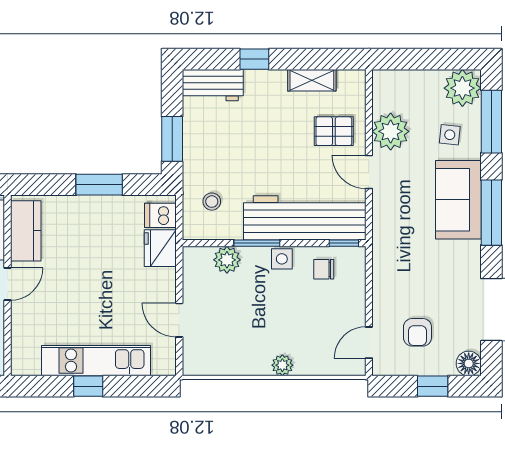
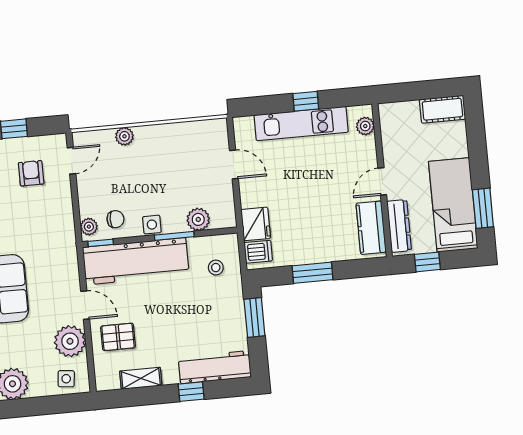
workbench: (213, 85) -> (215, 367), width x1.38
side table: (450, 135) -> (66, 379), moved
plant: (356, 263) -> (89, 227), added
plant: (21, 351) -> (365, 126), added
plant: (282, 365) -> (124, 136), moved

